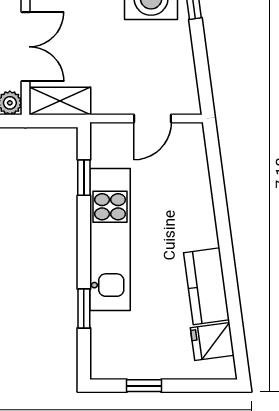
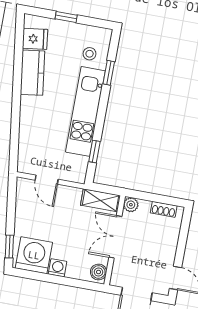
door: (152, 119) -> (47, 180), swing flipped
stool: (120, 333) -> (90, 54), added
window: (144, 386) -> (66, 17), moved

